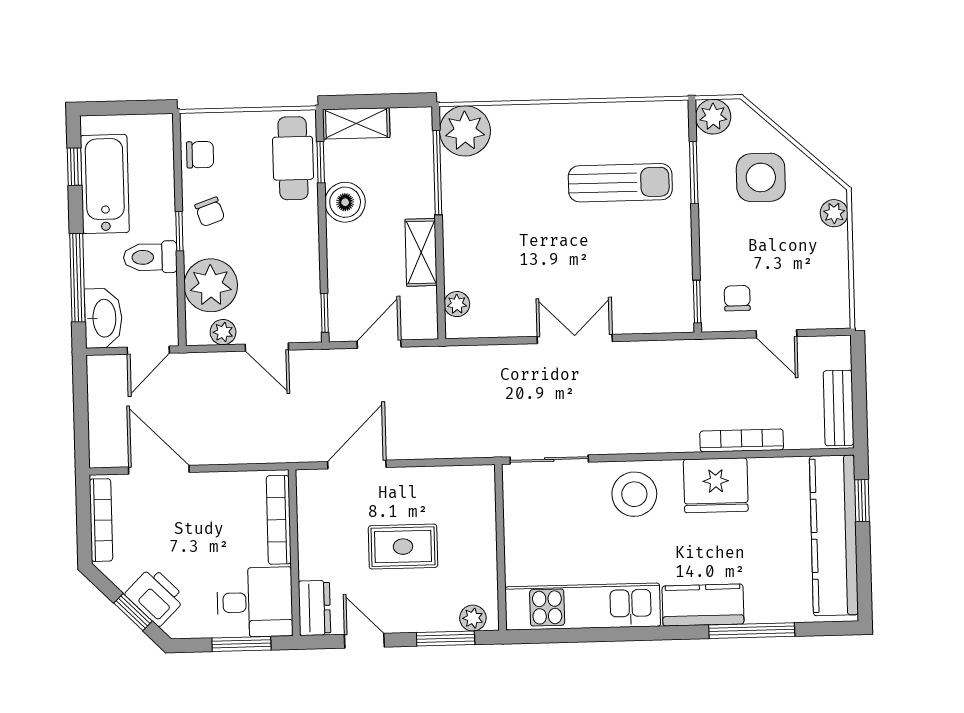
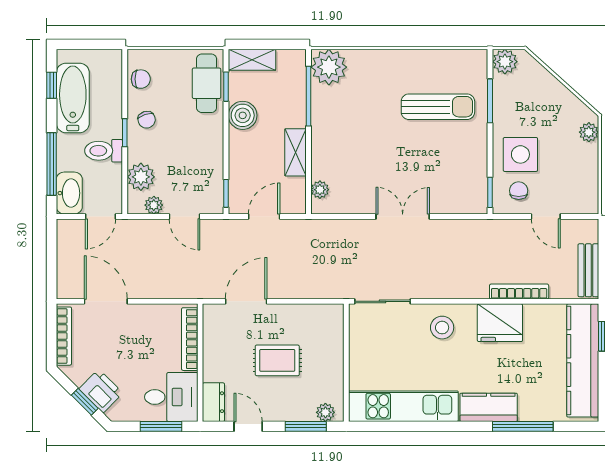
side table: (761, 177) -> (520, 154), moved
plant: (211, 285) -> (141, 177), width x0.73, depth x0.73
stool: (634, 494) -> (442, 328), width x0.73, depth x0.73

